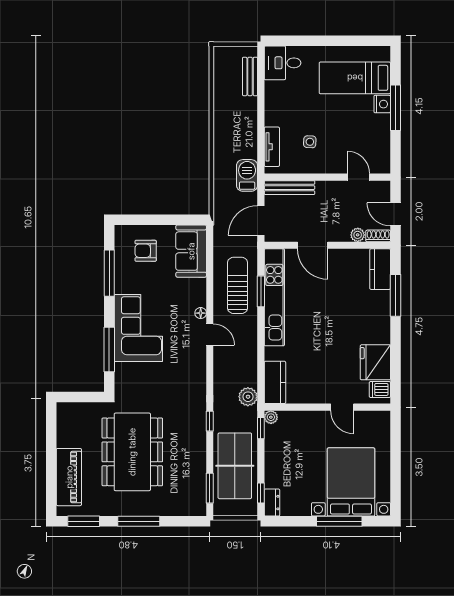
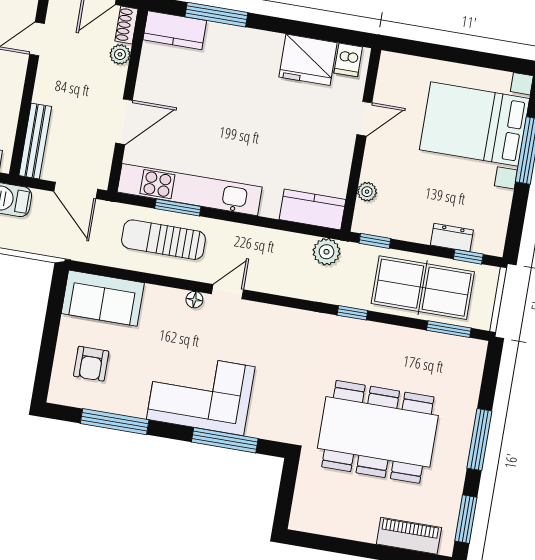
plant: (271, 417) -> (367, 192), moved
piano: (69, 477) -> (409, 536), width x0.73, depth x0.75
dresser: (272, 503) -> (452, 237), moved

